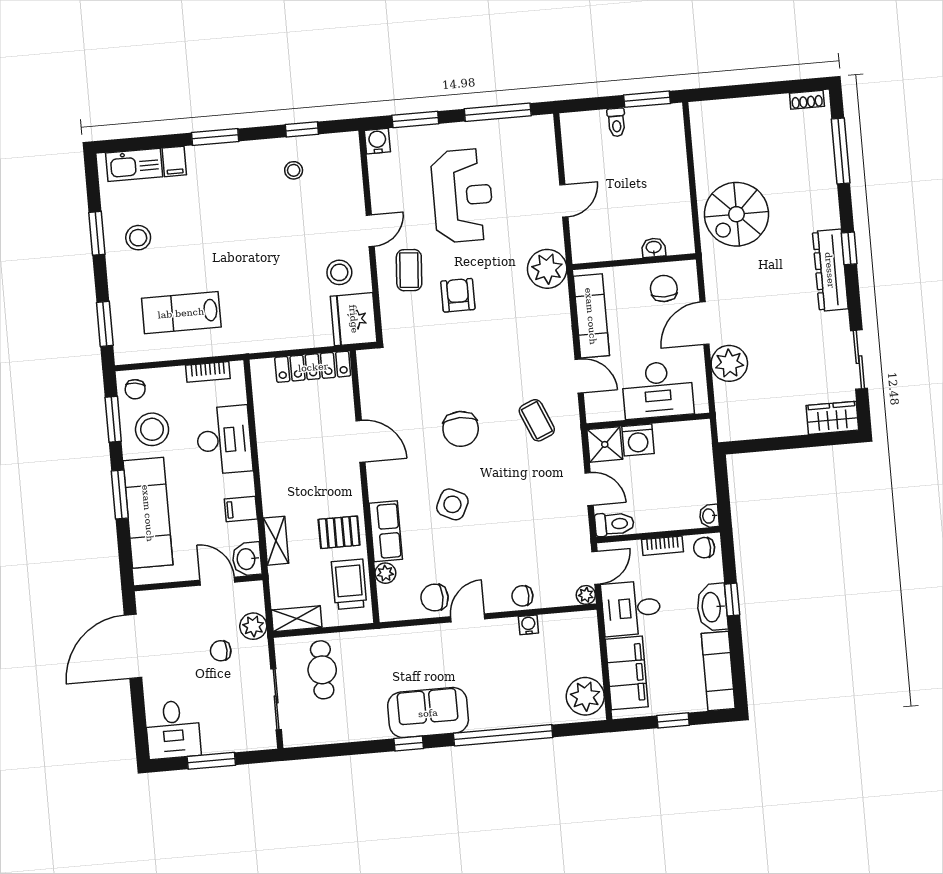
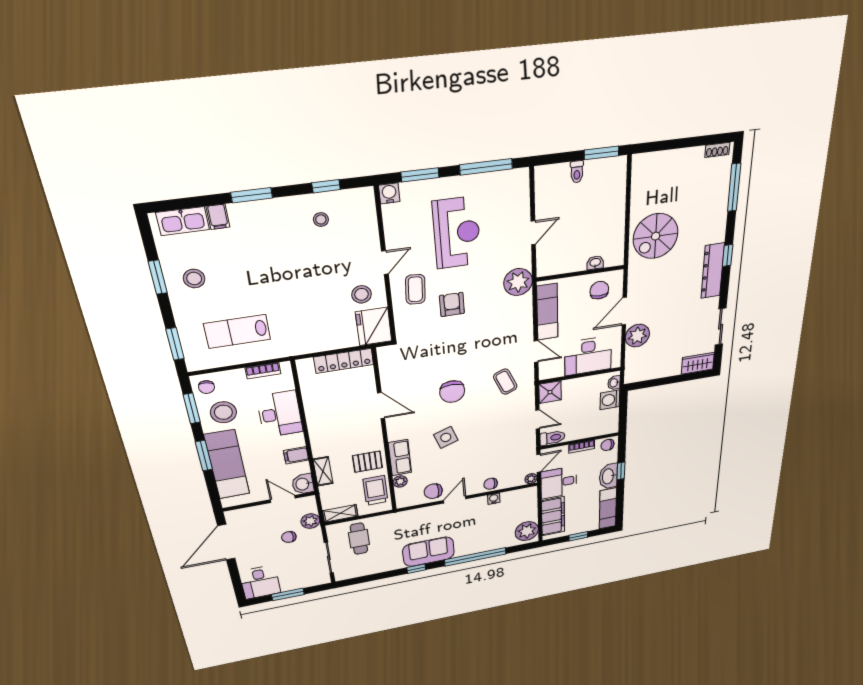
washing machine: (638, 440) -> (610, 400), moved, turned 90
side table: (452, 504) -> (446, 437), turned 45
washbasin: (709, 516) -> (614, 383), moved

